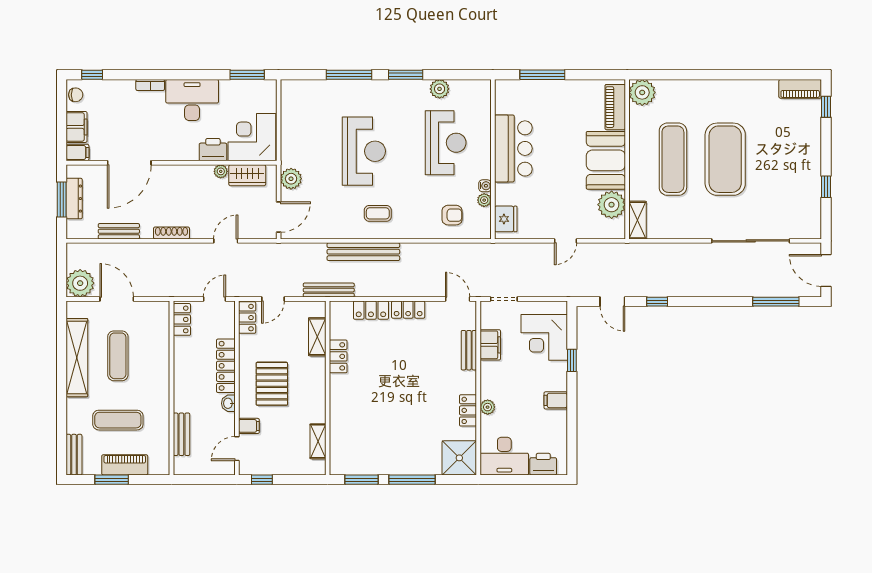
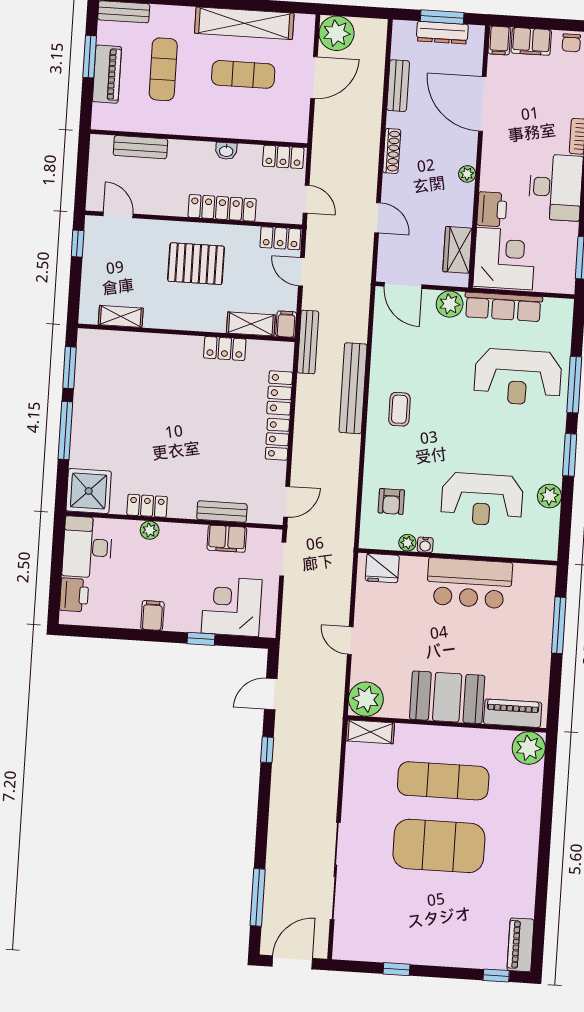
row of seats: (290, 136) -> (503, 307), added
reception desk: (364, 151) -> (518, 377), moved
plant: (221, 171) -> (467, 174), moved
plant: (612, 205) -> (366, 699), moved
washbasin: (228, 403) -> (226, 151), moved, turned 180
filing cabinet: (249, 426) -> (286, 324), moved, turned 180

